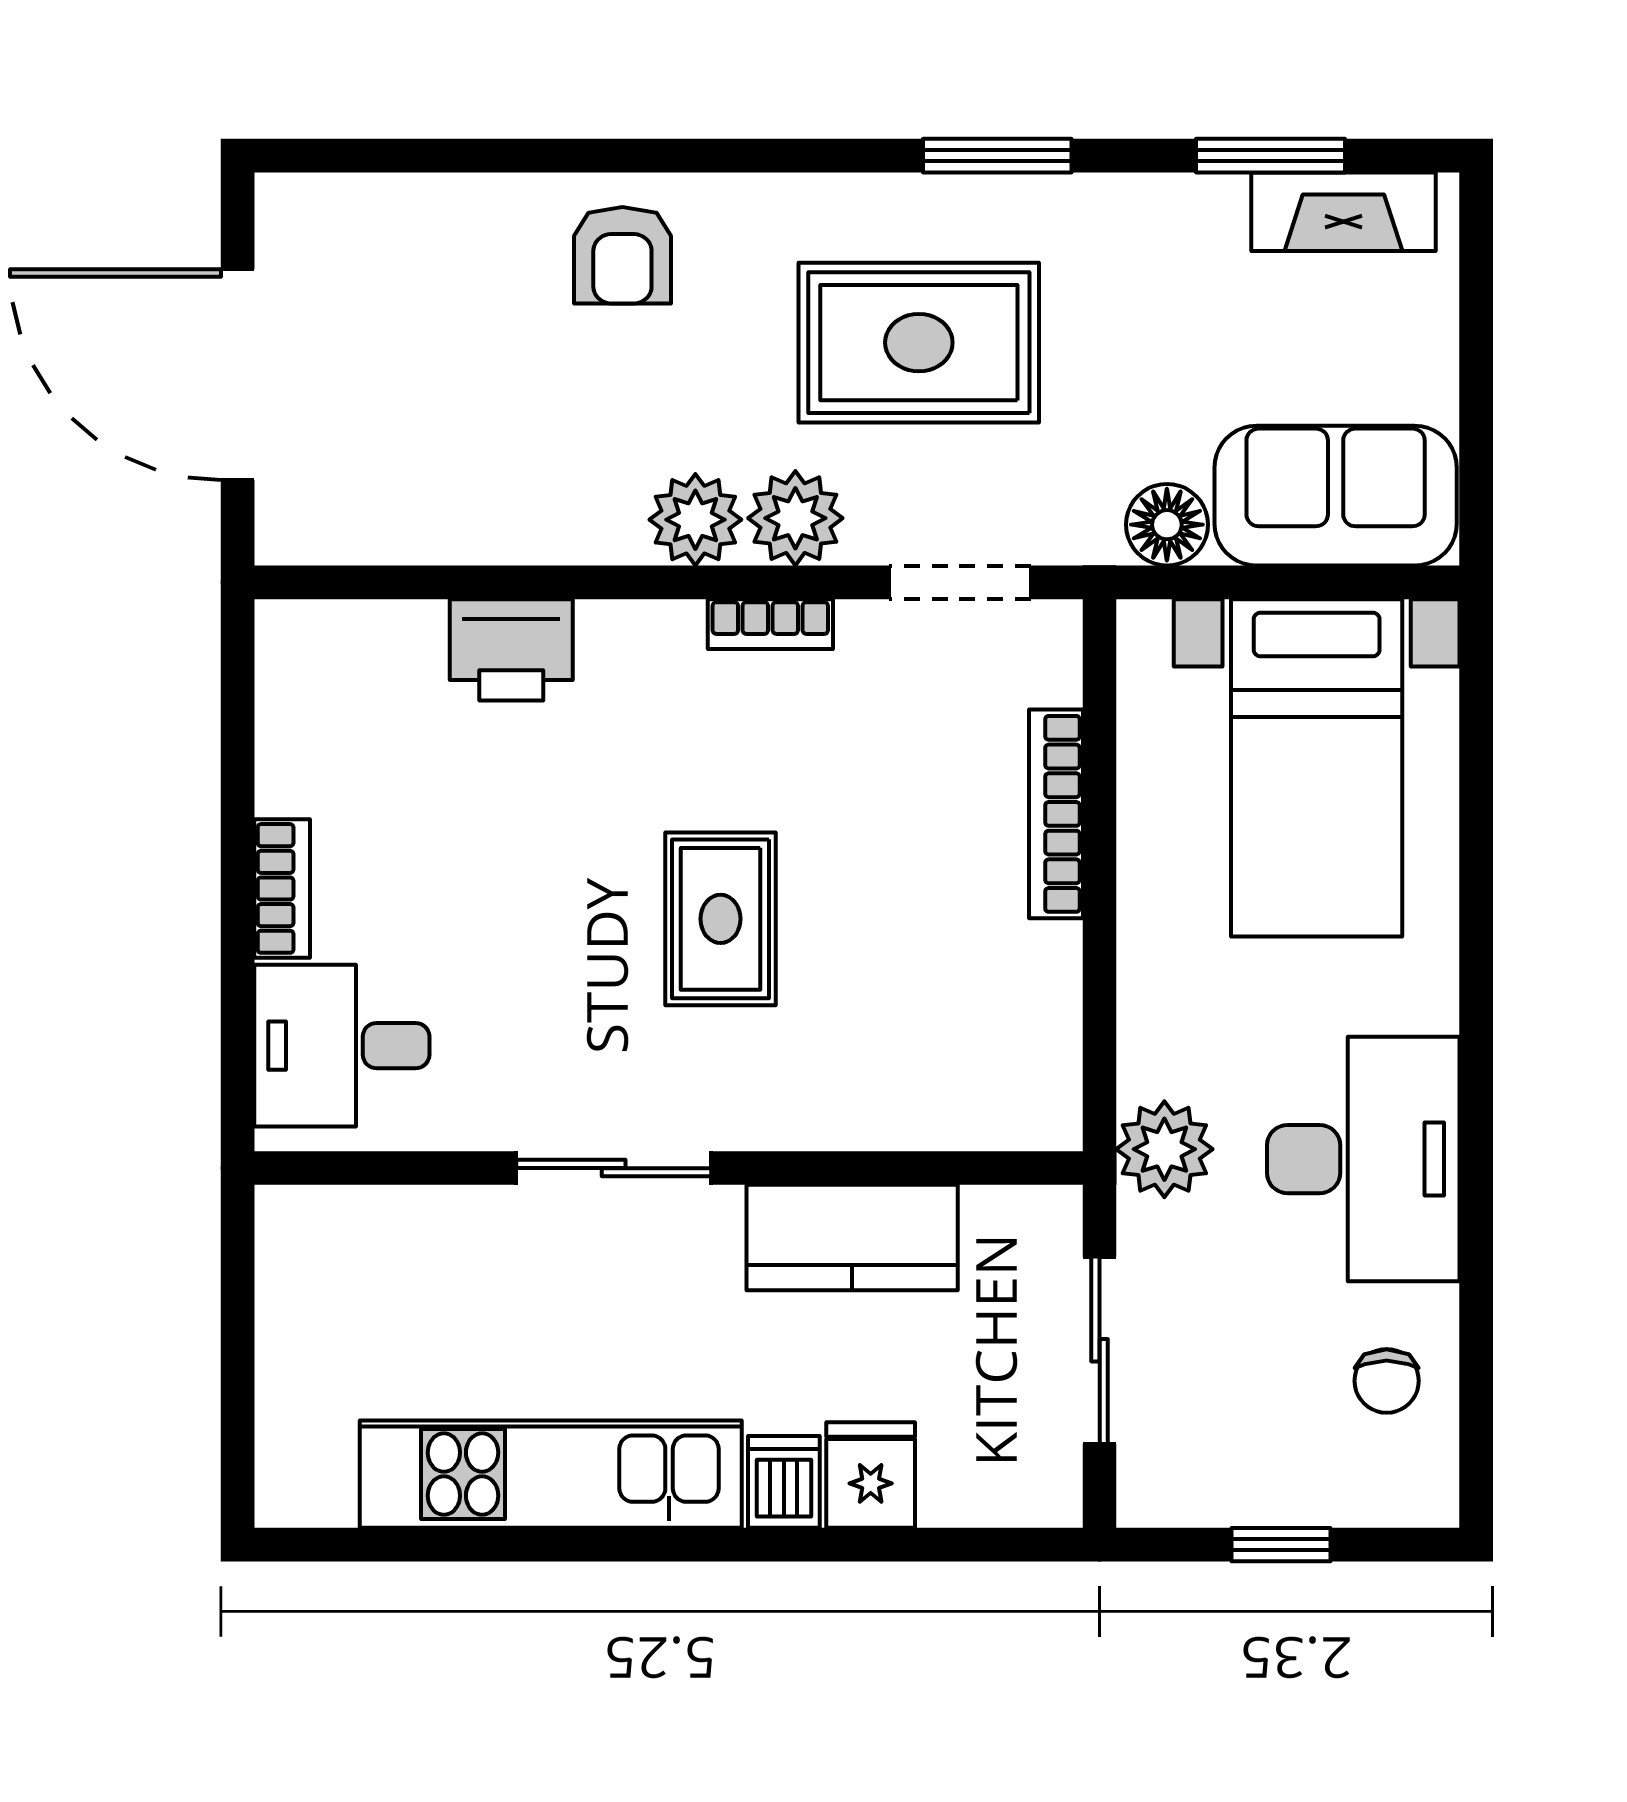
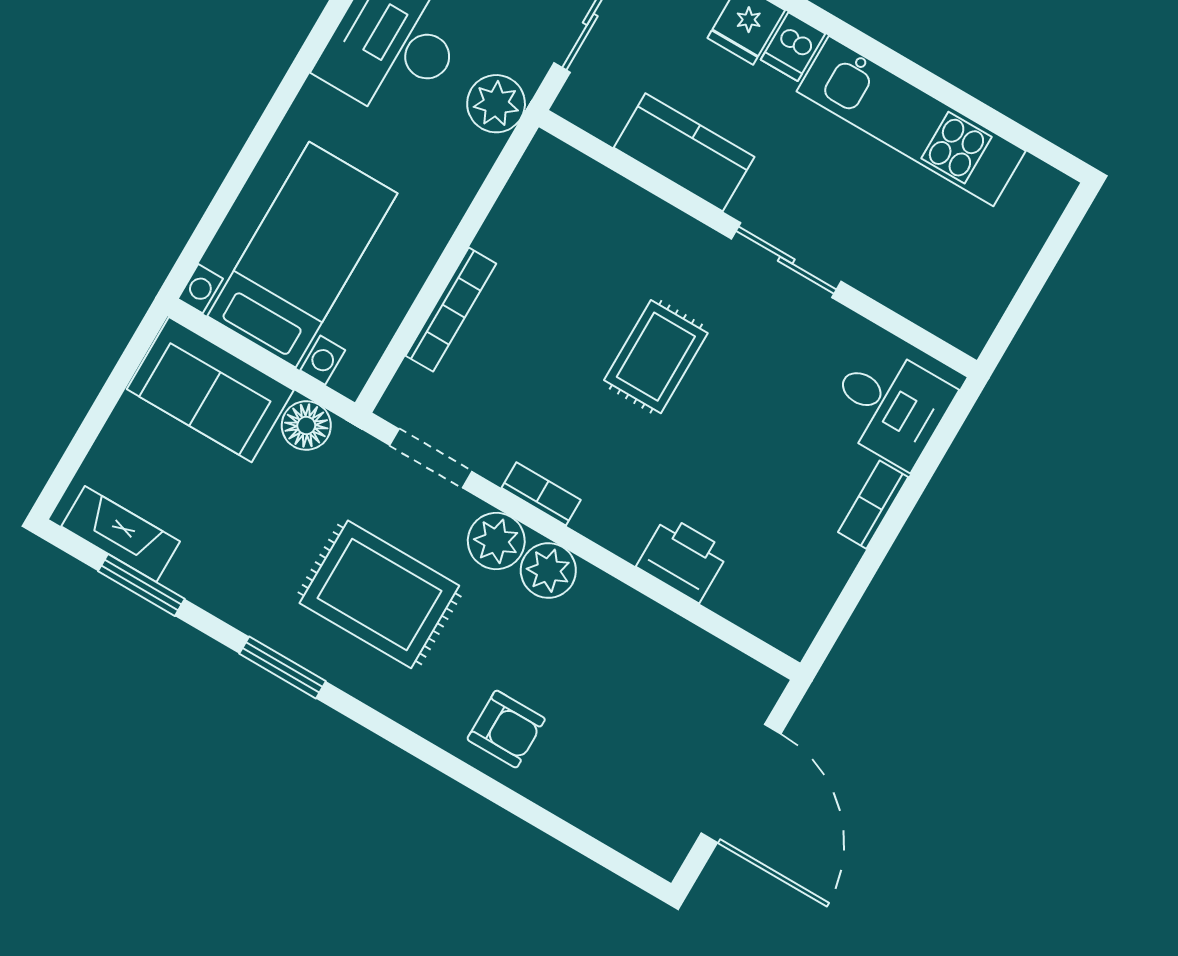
armchair: (622, 255) -> (506, 729), turned 90

